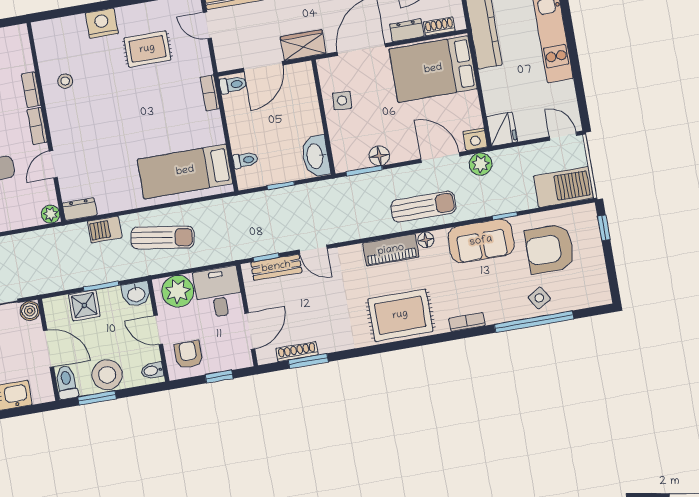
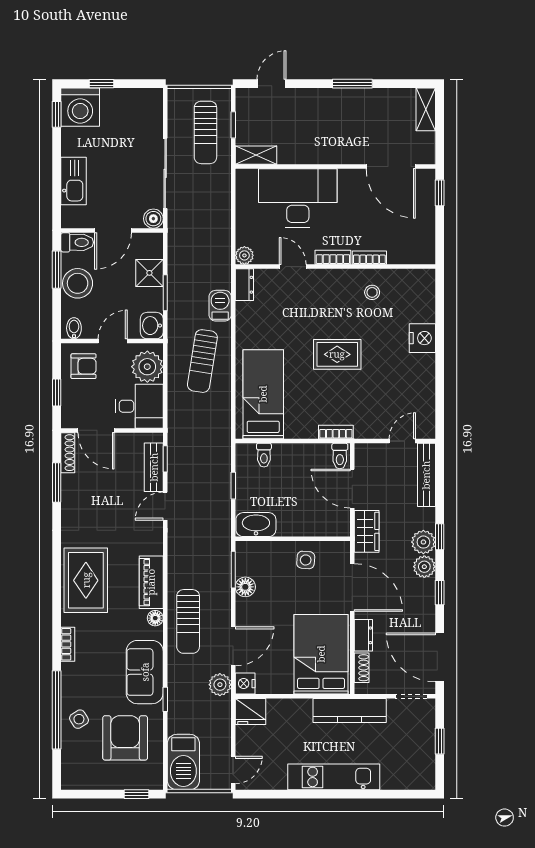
rug: (147, 49) -> (337, 354), moved, turned 90
shoe rack: (297, 352) -> (68, 453), moved

